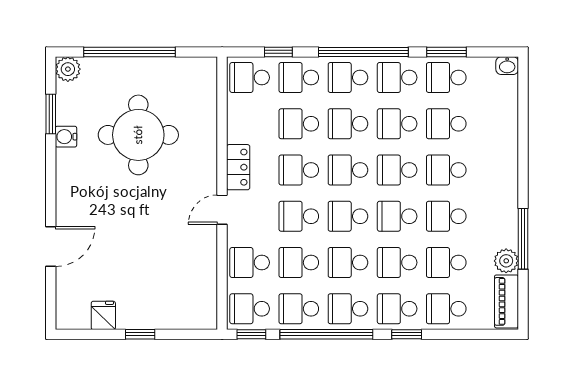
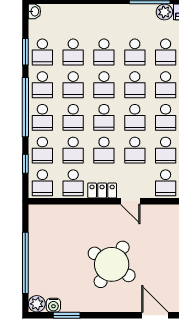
school desk: (250, 124) -> (73, 183), added
round table: (138, 135) -> (112, 264), moved, turned 33
water cooler: (66, 137) -> (53, 305), moved

